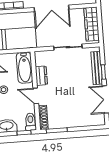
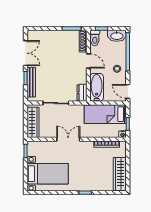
double door: (51, 8) -> (68, 139), width x0.73
dresser: (41, 76) -> (82, 93), moved

